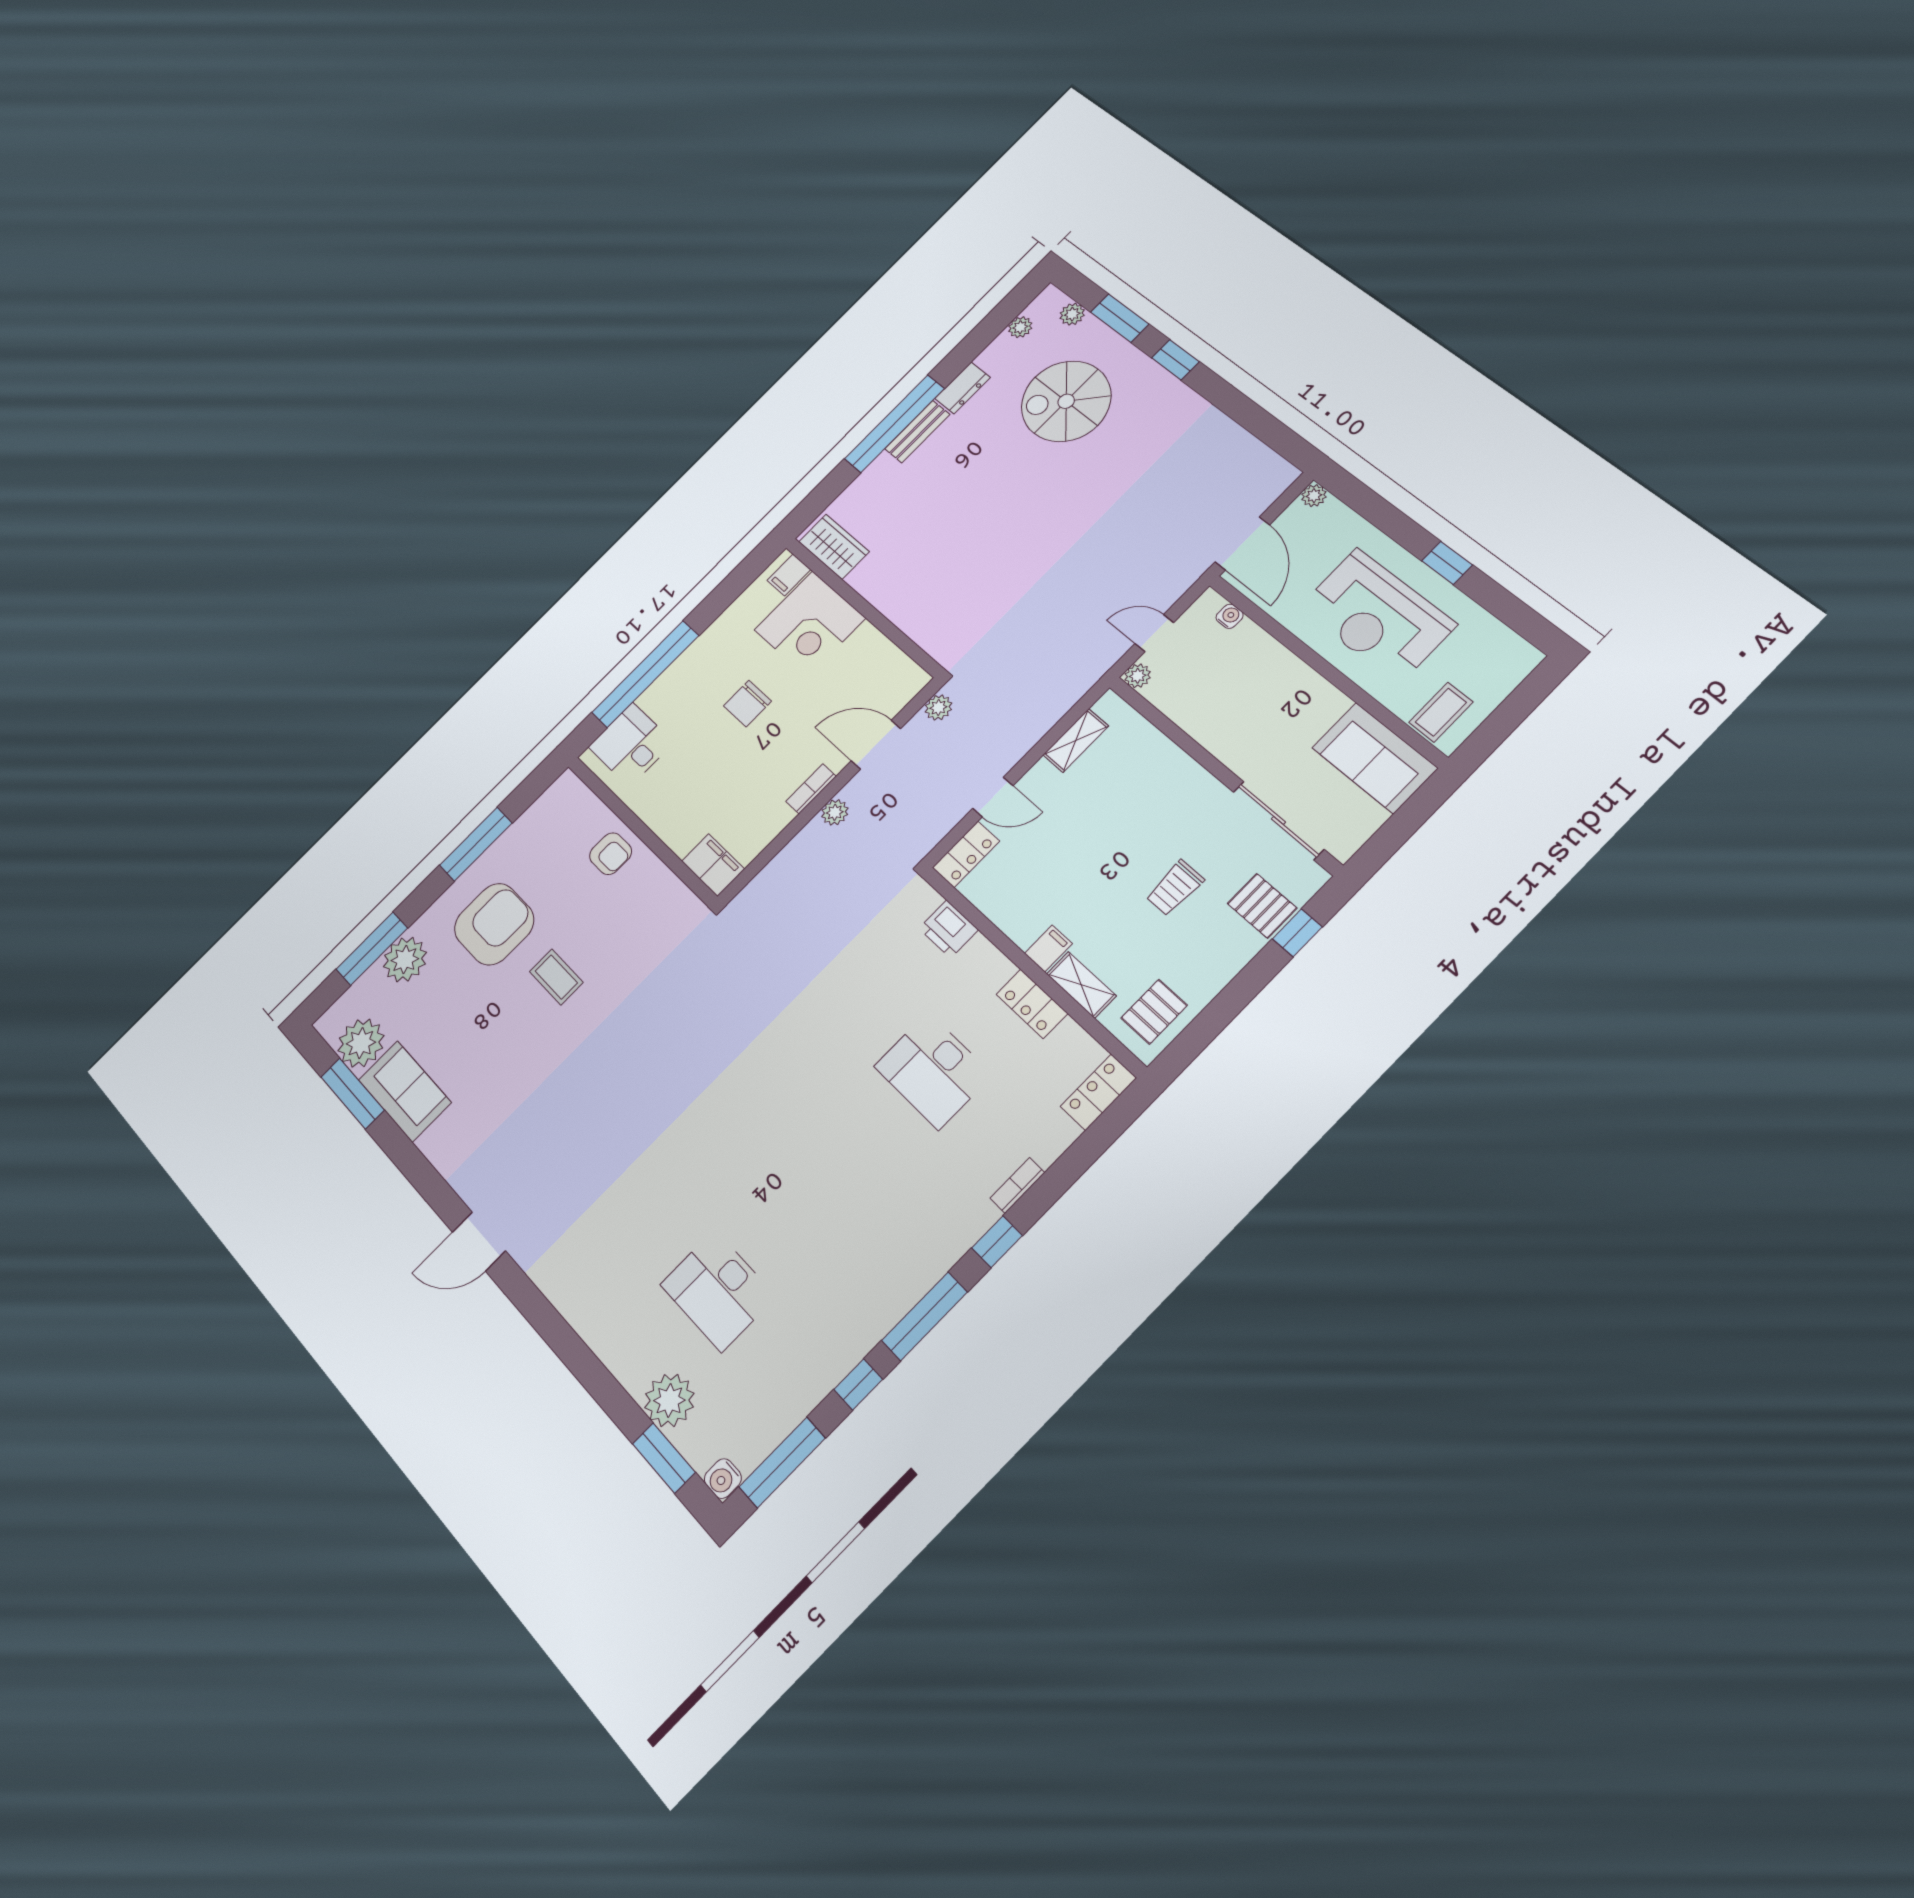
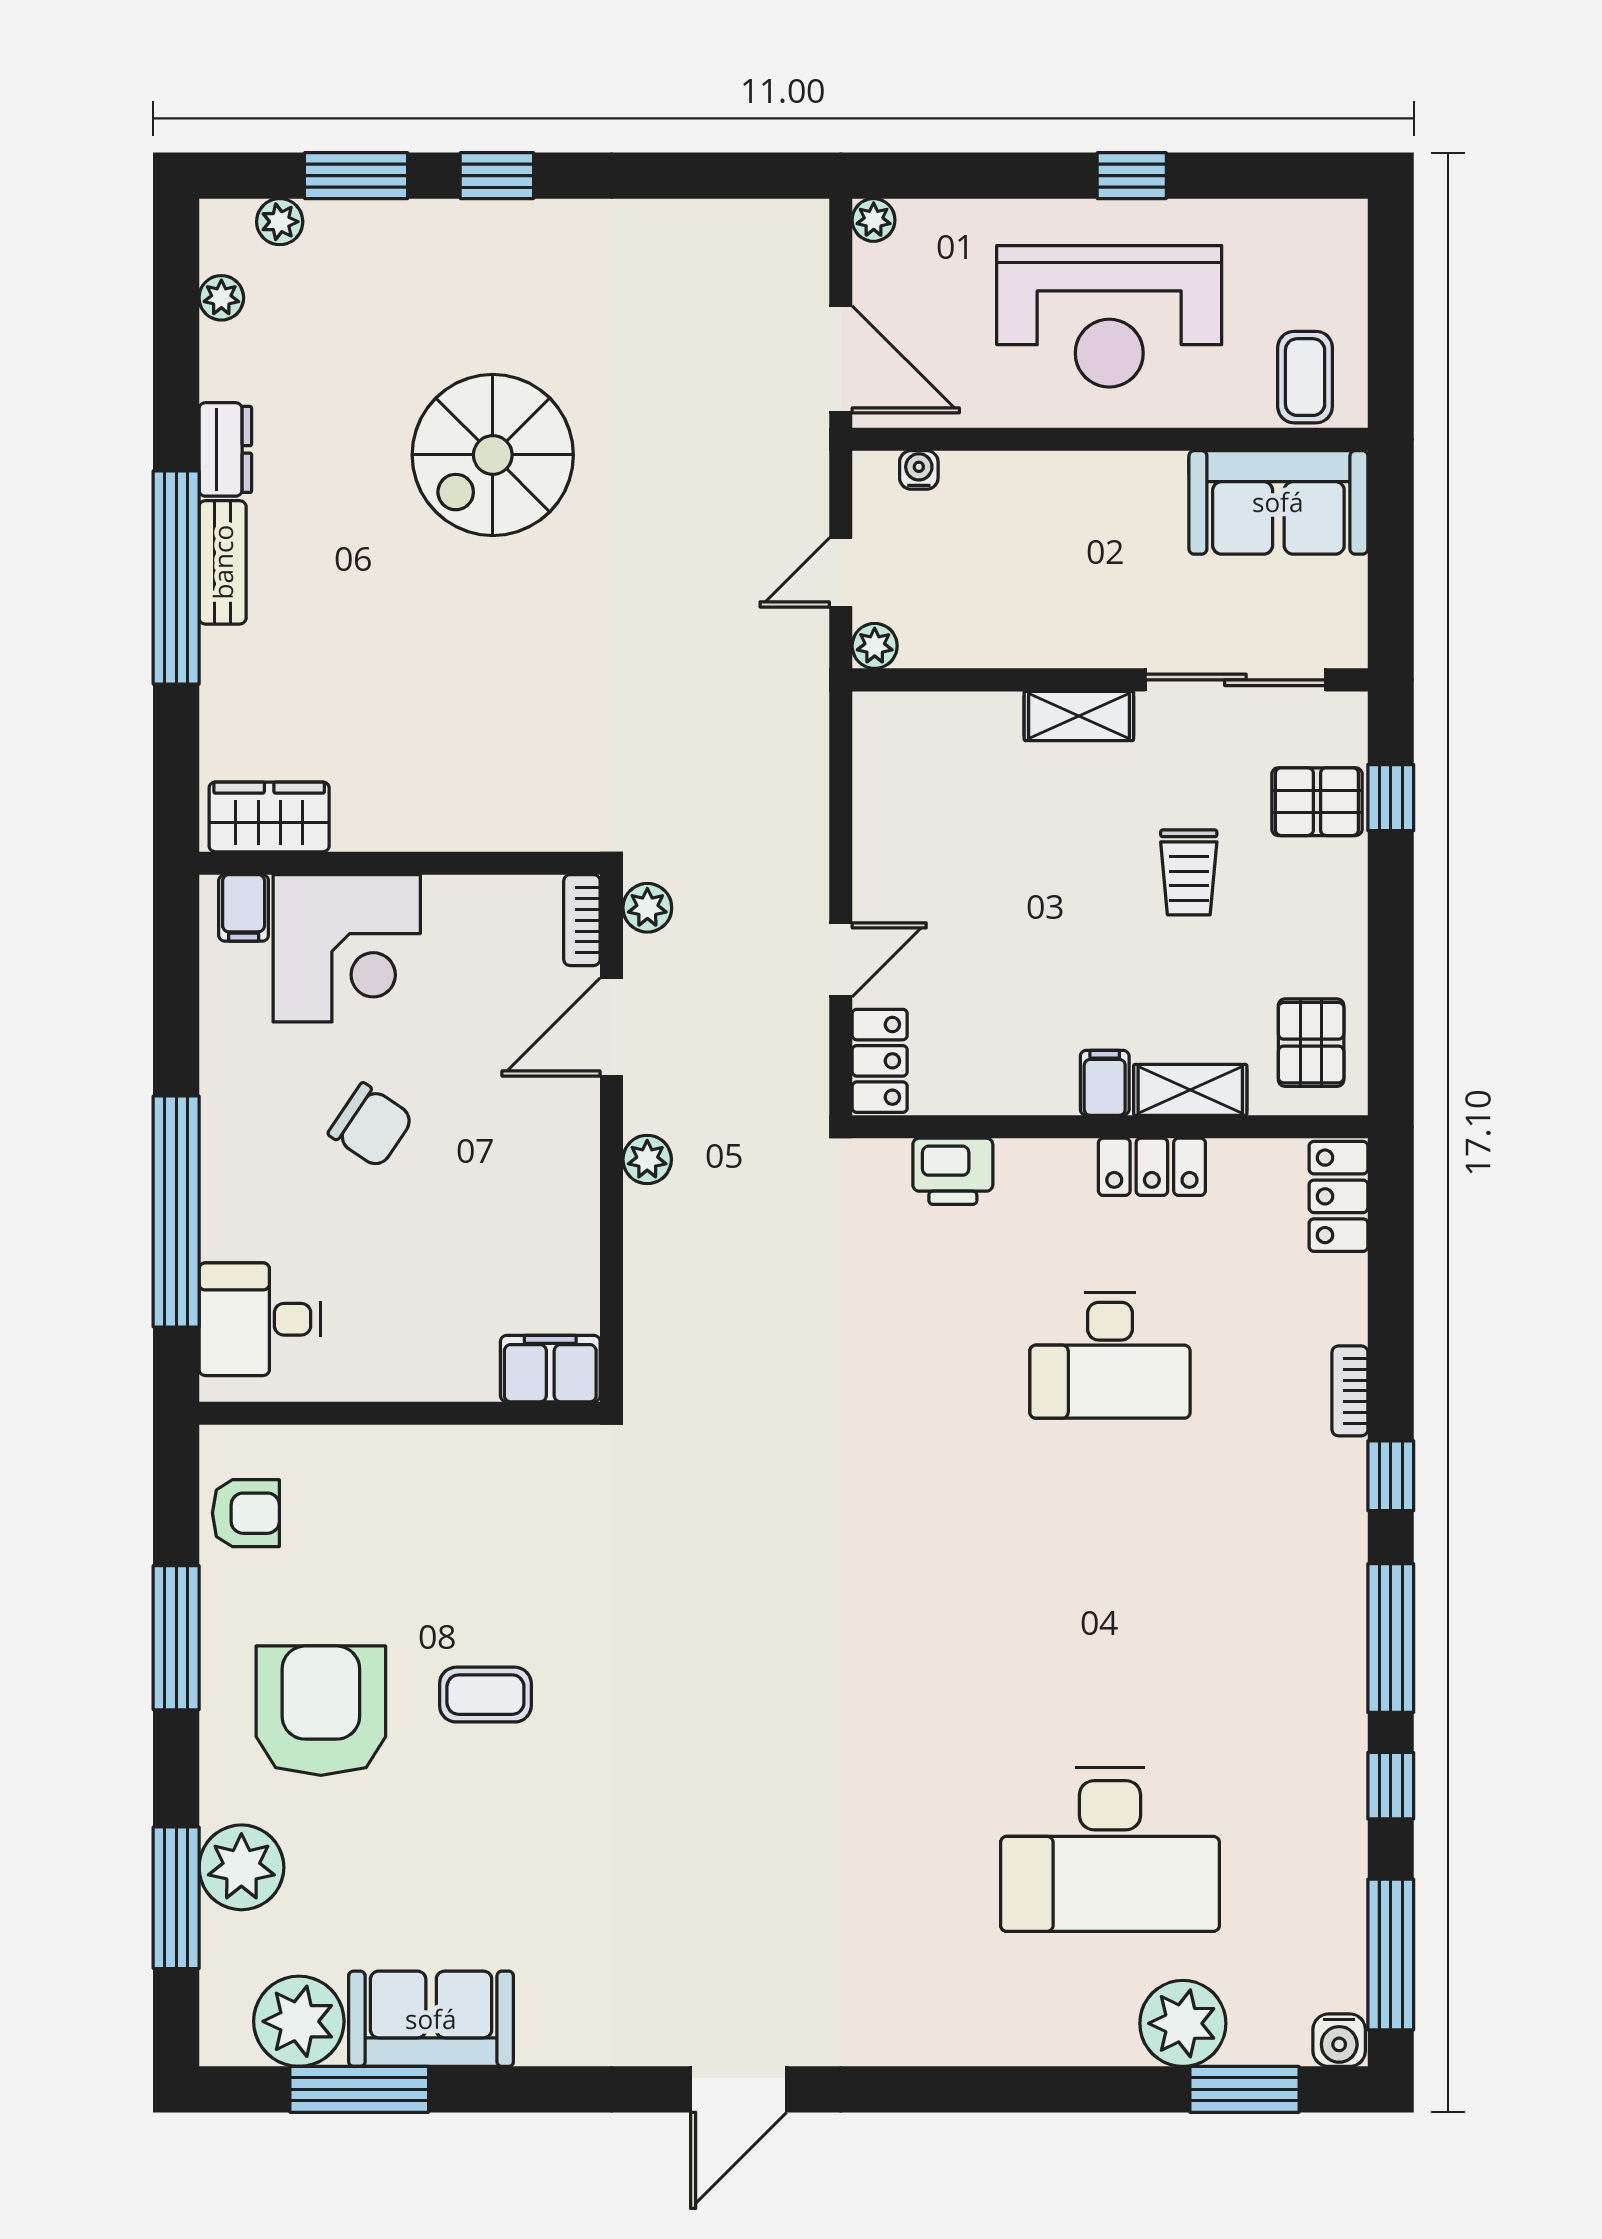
spiral stairs: (1066, 401) -> (493, 455), moved
chair: (747, 704) -> (371, 1125), turned -56
shelving: (1076, 740) -> (1079, 716), moved, turned 90
bookcase: (811, 789) -> (582, 920), moved
armchair: (611, 854) -> (246, 1513), moved
desk: (718, 1291) -> (1110, 1849), width x1.36, depth x1.30

